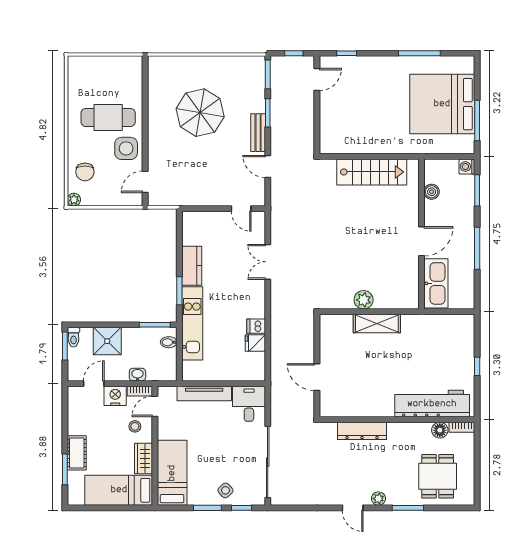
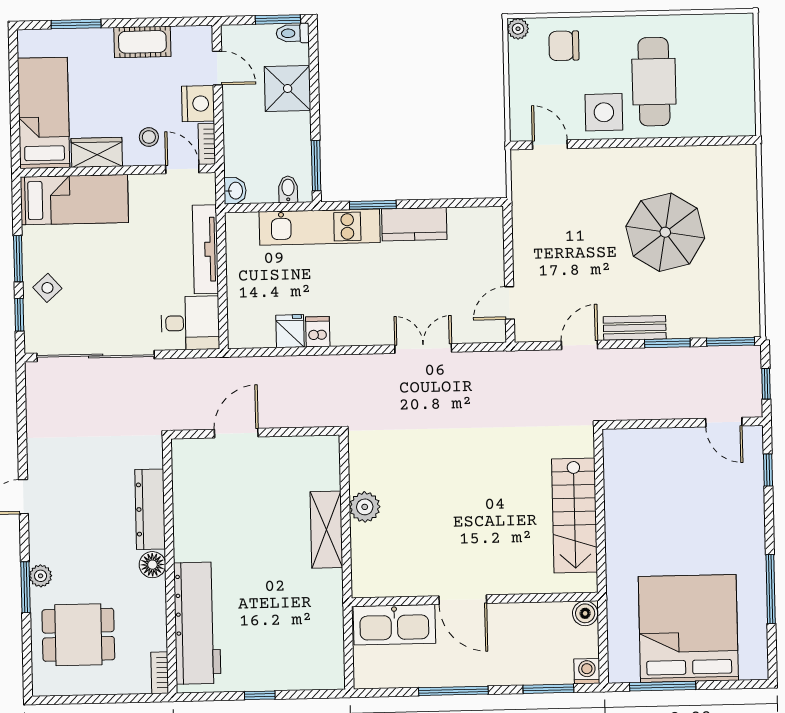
boiler: (432, 192) -> (585, 613), moved
washbasin: (137, 375) -> (235, 191), moved
floor lamp: (440, 430) -> (152, 565), moved
cot: (77, 453) -> (142, 42), moved
plant: (378, 499) -> (41, 576), moved

